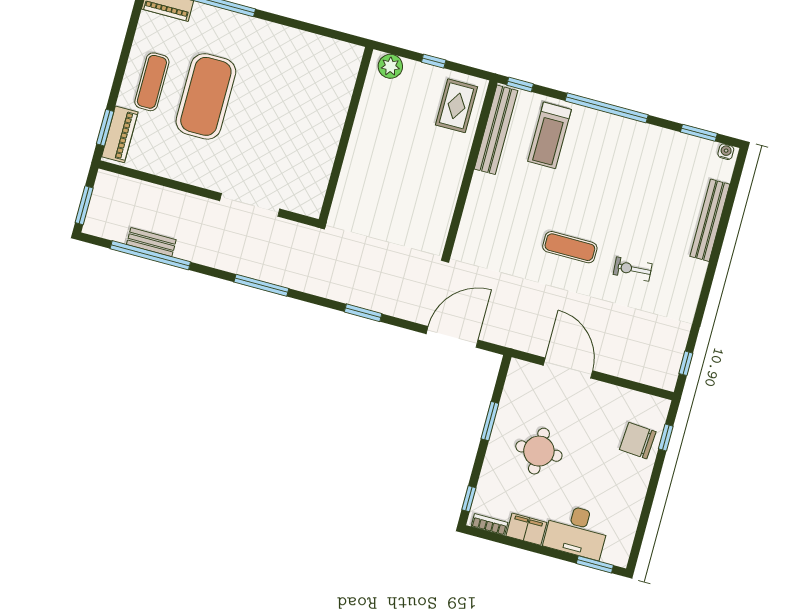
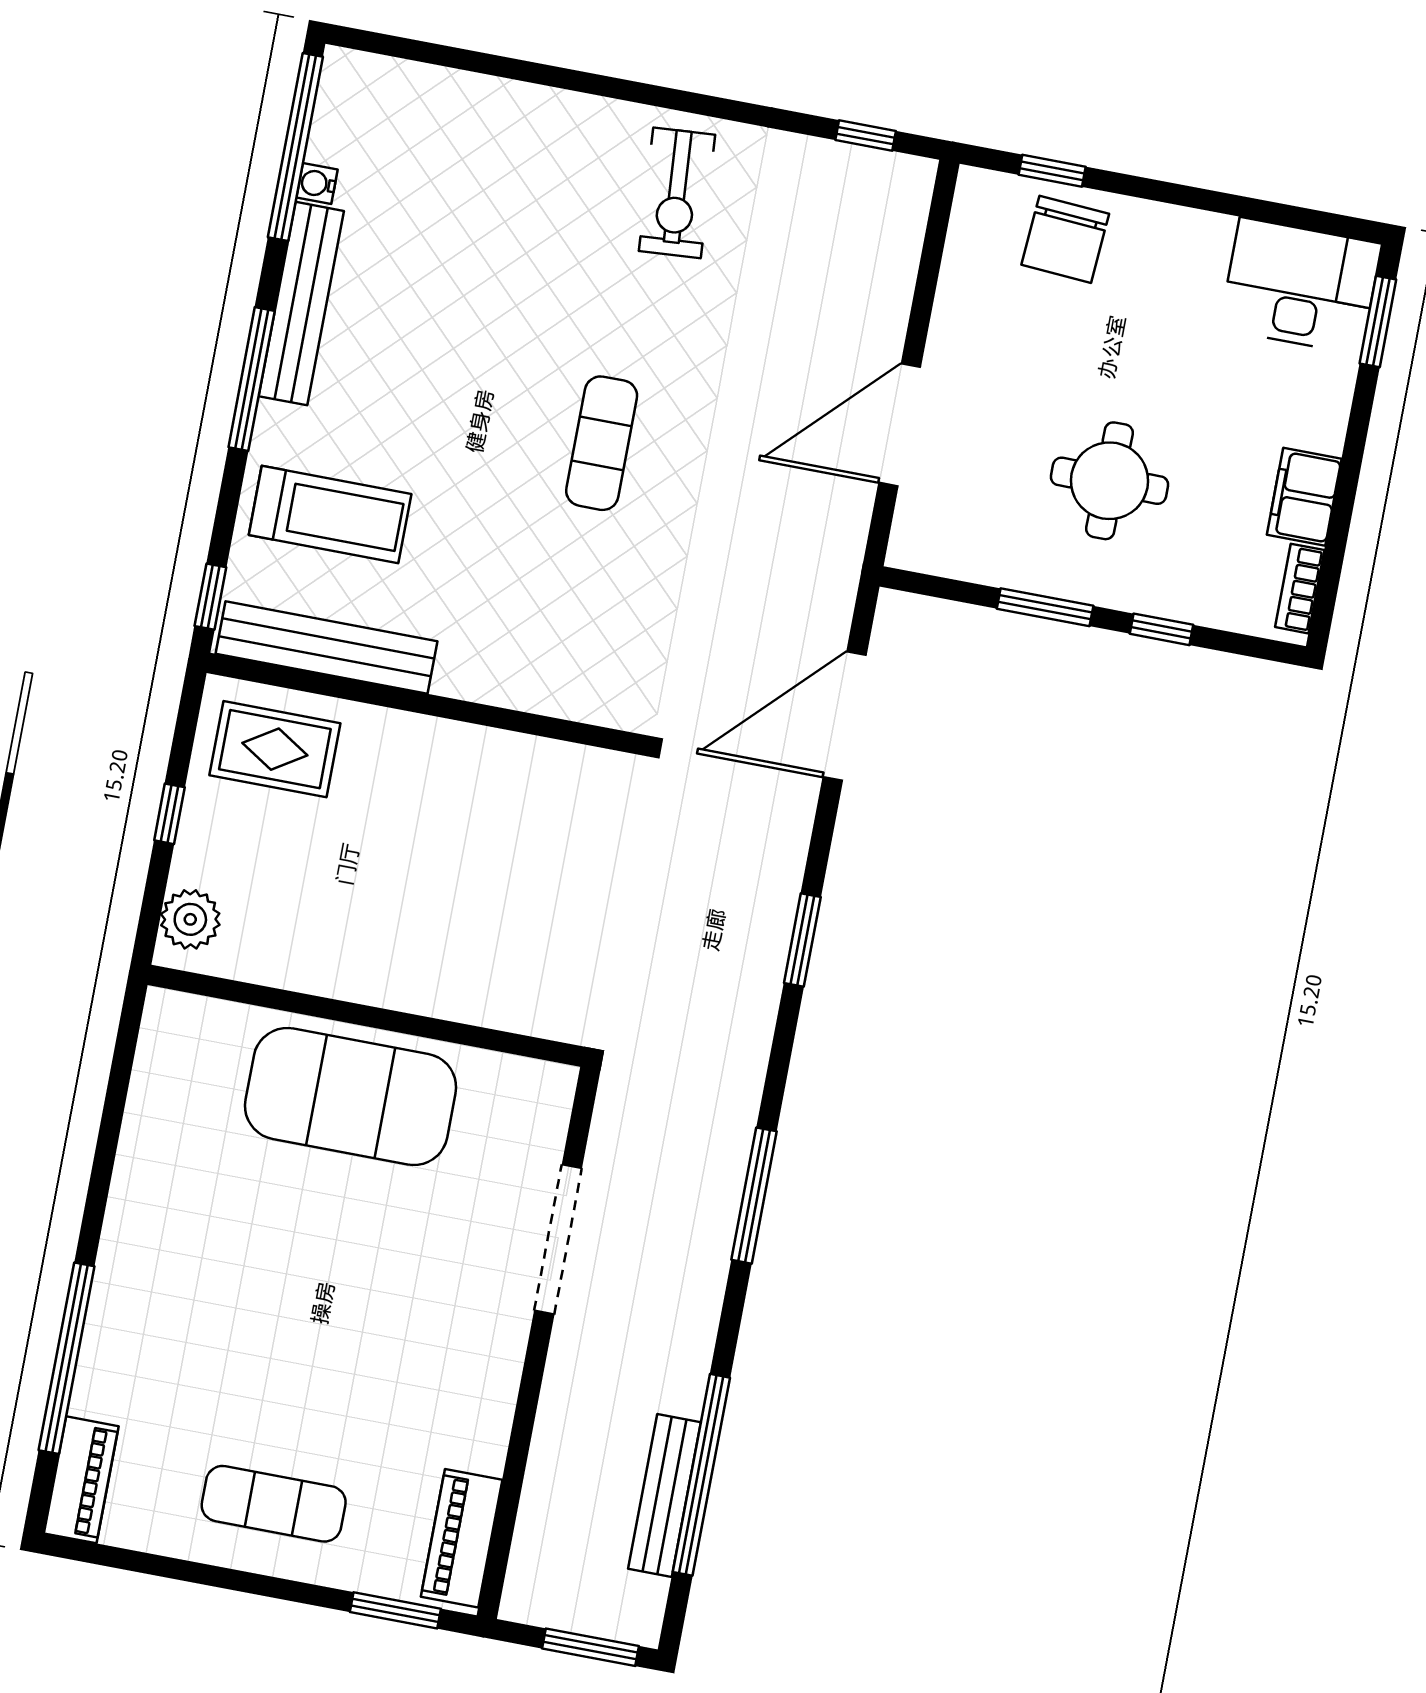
exercise mat: (206, 96) -> (351, 1097), moved
window: (607, 108) -> (252, 379), width x0.68
window: (699, 133) -> (295, 147), width x2.11
piano: (120, 134) -> (462, 1538), moved, turned -90
water cooler: (726, 152) -> (317, 183), moved
bench: (710, 220) -> (301, 304), moved, turned 90
bench: (151, 242) -> (664, 1496), width x1.36
exercise bike: (633, 269) -> (677, 193), moved, width x1.38, depth x1.39
door: (452, 337) -> (845, 716), hinge flipped
window: (469, 499) -> (1161, 629), moved
desk: (577, 531) -> (1300, 286), moved, turned -90

